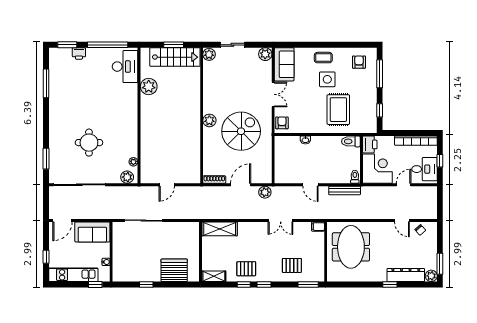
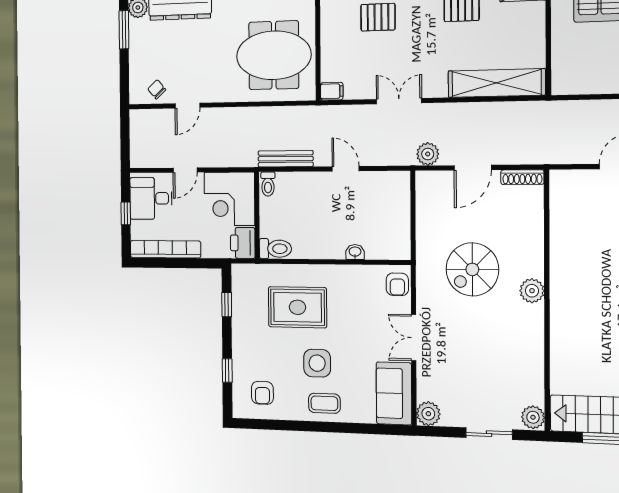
window: (380, 74) -> (227, 370), width x0.46
rug: (338, 110) -> (297, 307), turned 90
spiral stairs: (241, 131) -> (472, 269), width x0.73, depth x0.73
door: (402, 220) -> (187, 106), swing flipped
shelving: (220, 229) -> (496, 83), width x1.47
meeting table: (351, 247) -> (274, 55), turned 90

